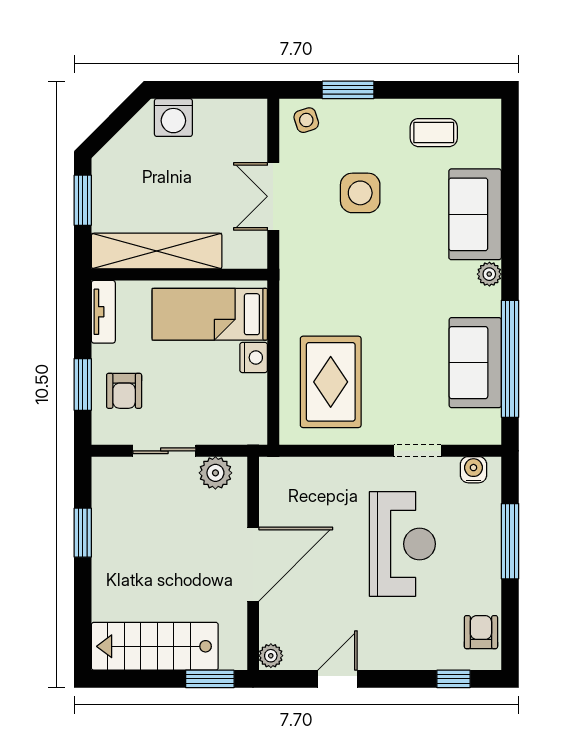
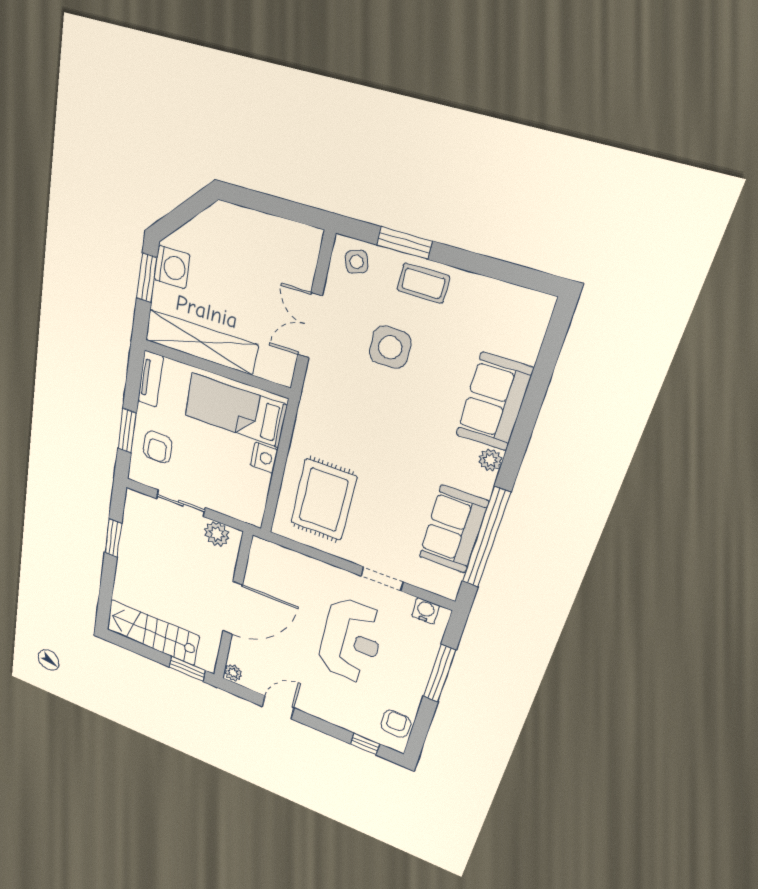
washing machine: (173, 118) -> (172, 267), moved, turned -90
coffee table: (434, 133) -> (423, 283), moved

